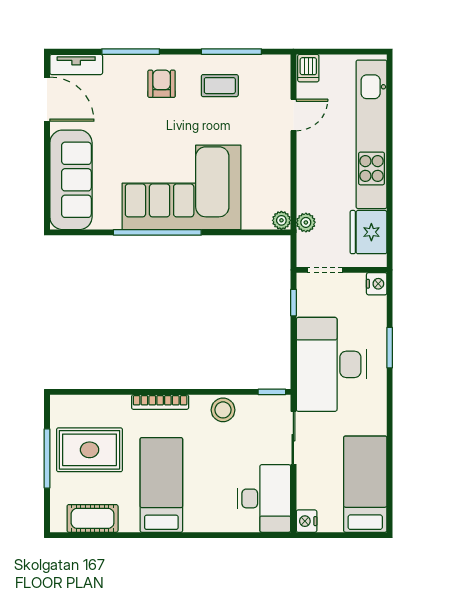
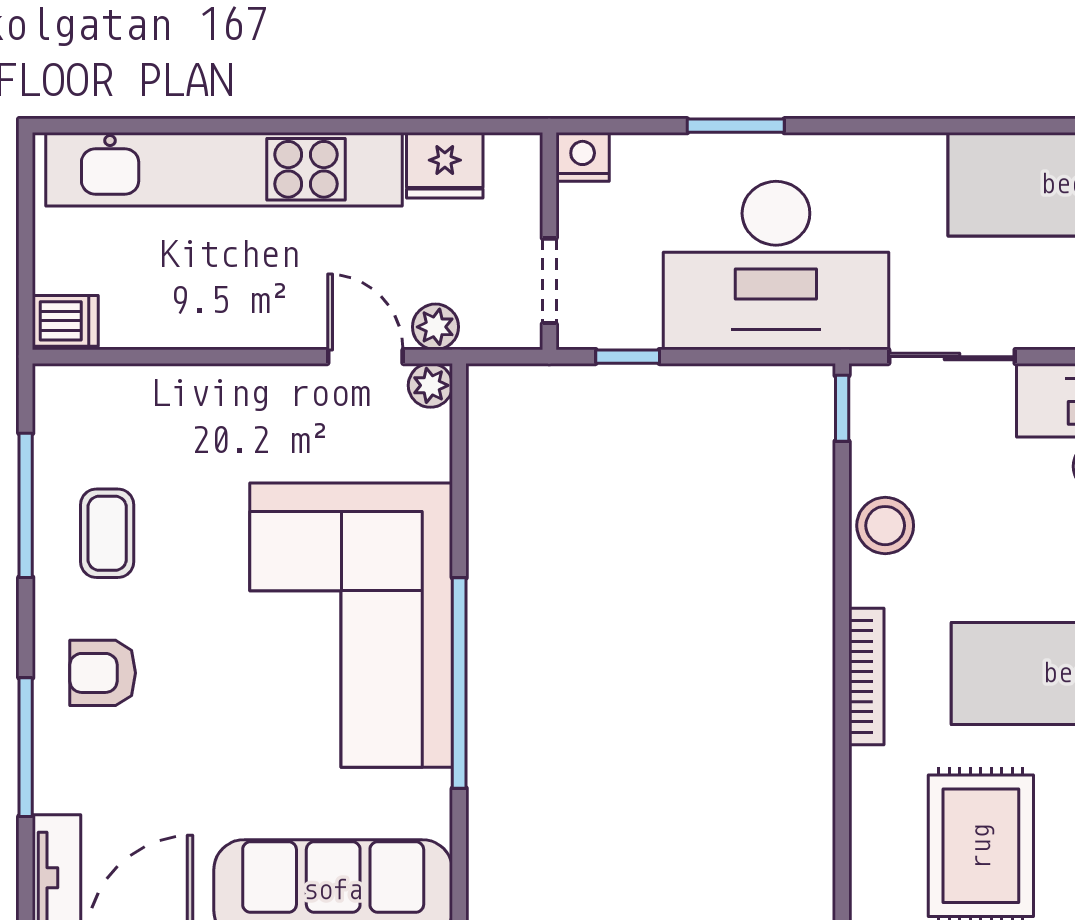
door: (293, 115) -> (365, 357), moved
fridge: (369, 232) -> (445, 165), width x0.73, depth x0.75

